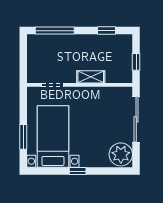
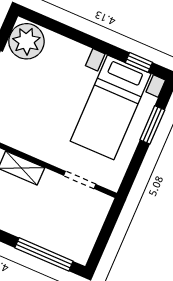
window: (78, 171) -> (139, 62), moved

